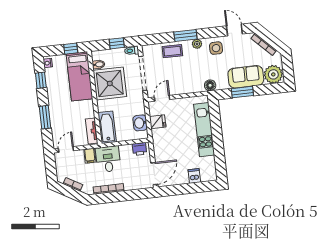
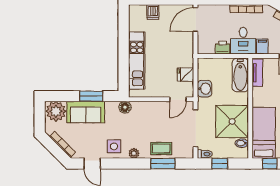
window: (185, 36) -> (163, 164), moved
washbasin: (140, 123) -> (205, 89), moved
printer: (139, 149) -> (222, 48), moved

